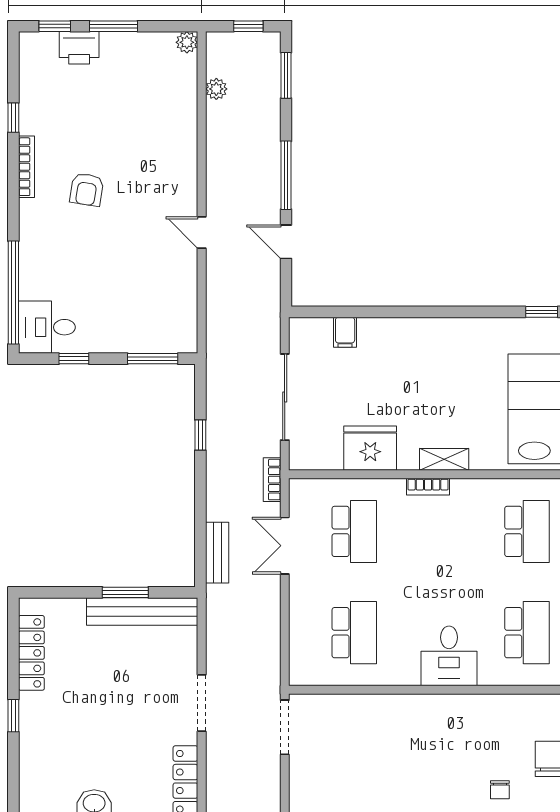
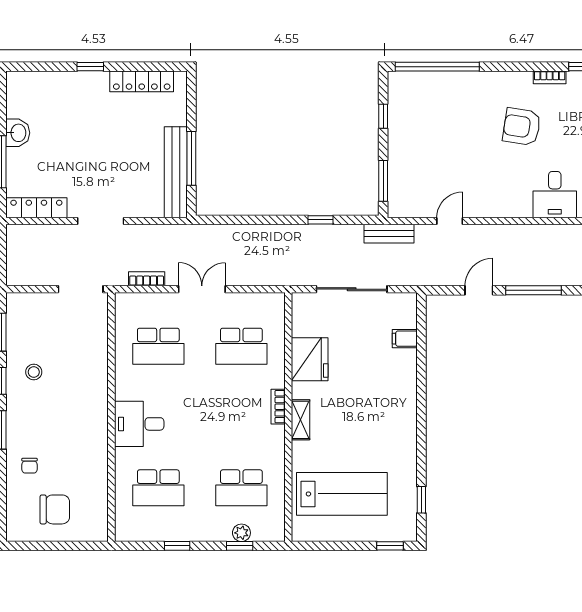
bookcase: (26, 167) -> (550, 77), width x0.64
armchair: (87, 190) -> (522, 127), width x1.38, depth x1.38
door: (202, 233) -> (450, 221), moved
desk: (47, 327) -> (555, 195), moved, turned 180
bookcase: (272, 480) -> (147, 279), moved
double door: (285, 546) -> (202, 289), moved
bench: (217, 553) -> (389, 234), moved
window: (125, 592) -> (191, 158), width x1.44
stool: (386, 785) -> (34, 372), added
chair: (500, 790) -> (29, 466), turned -90

